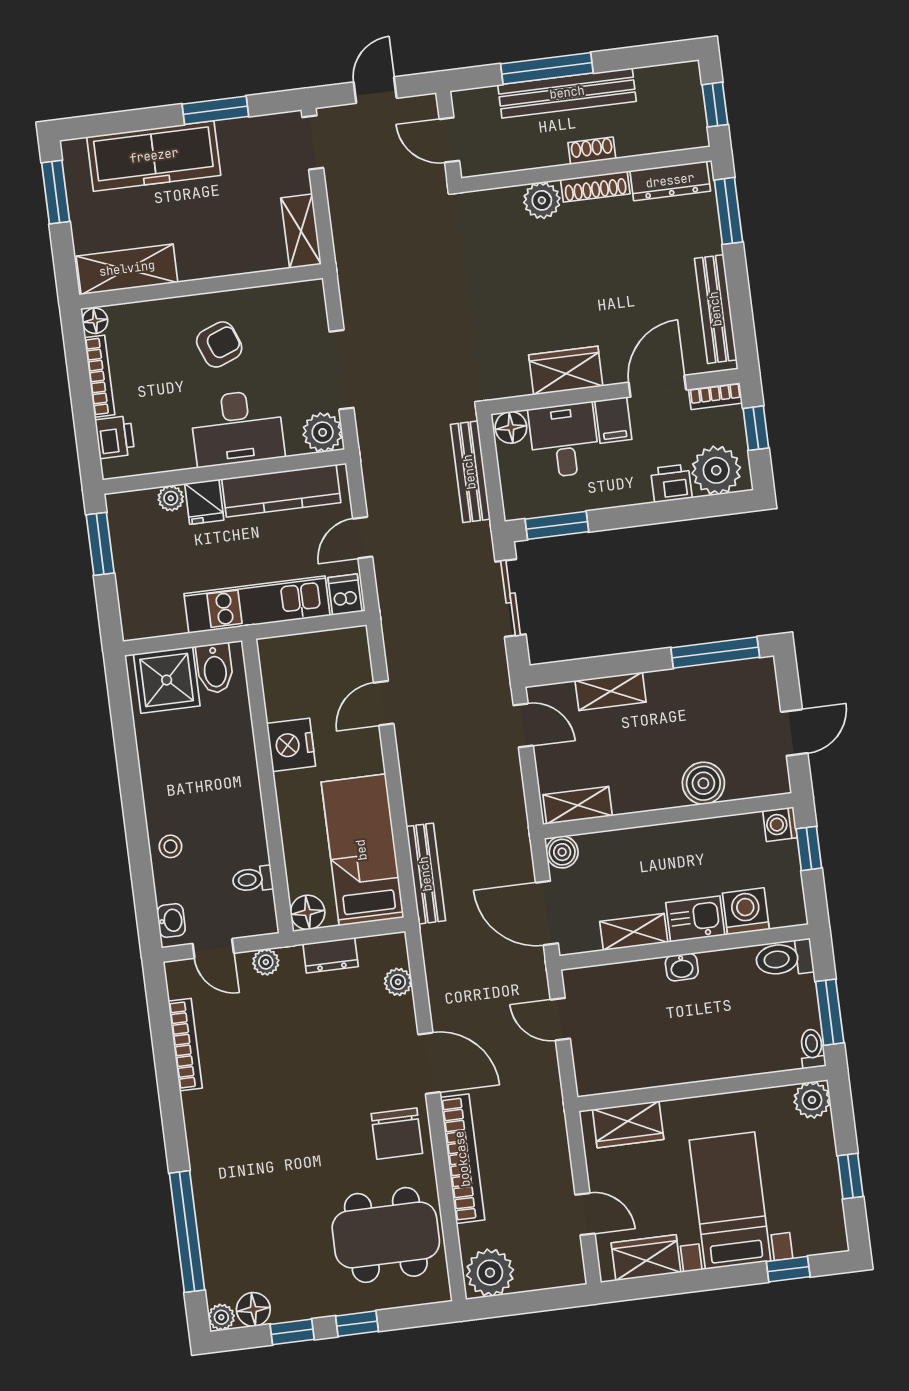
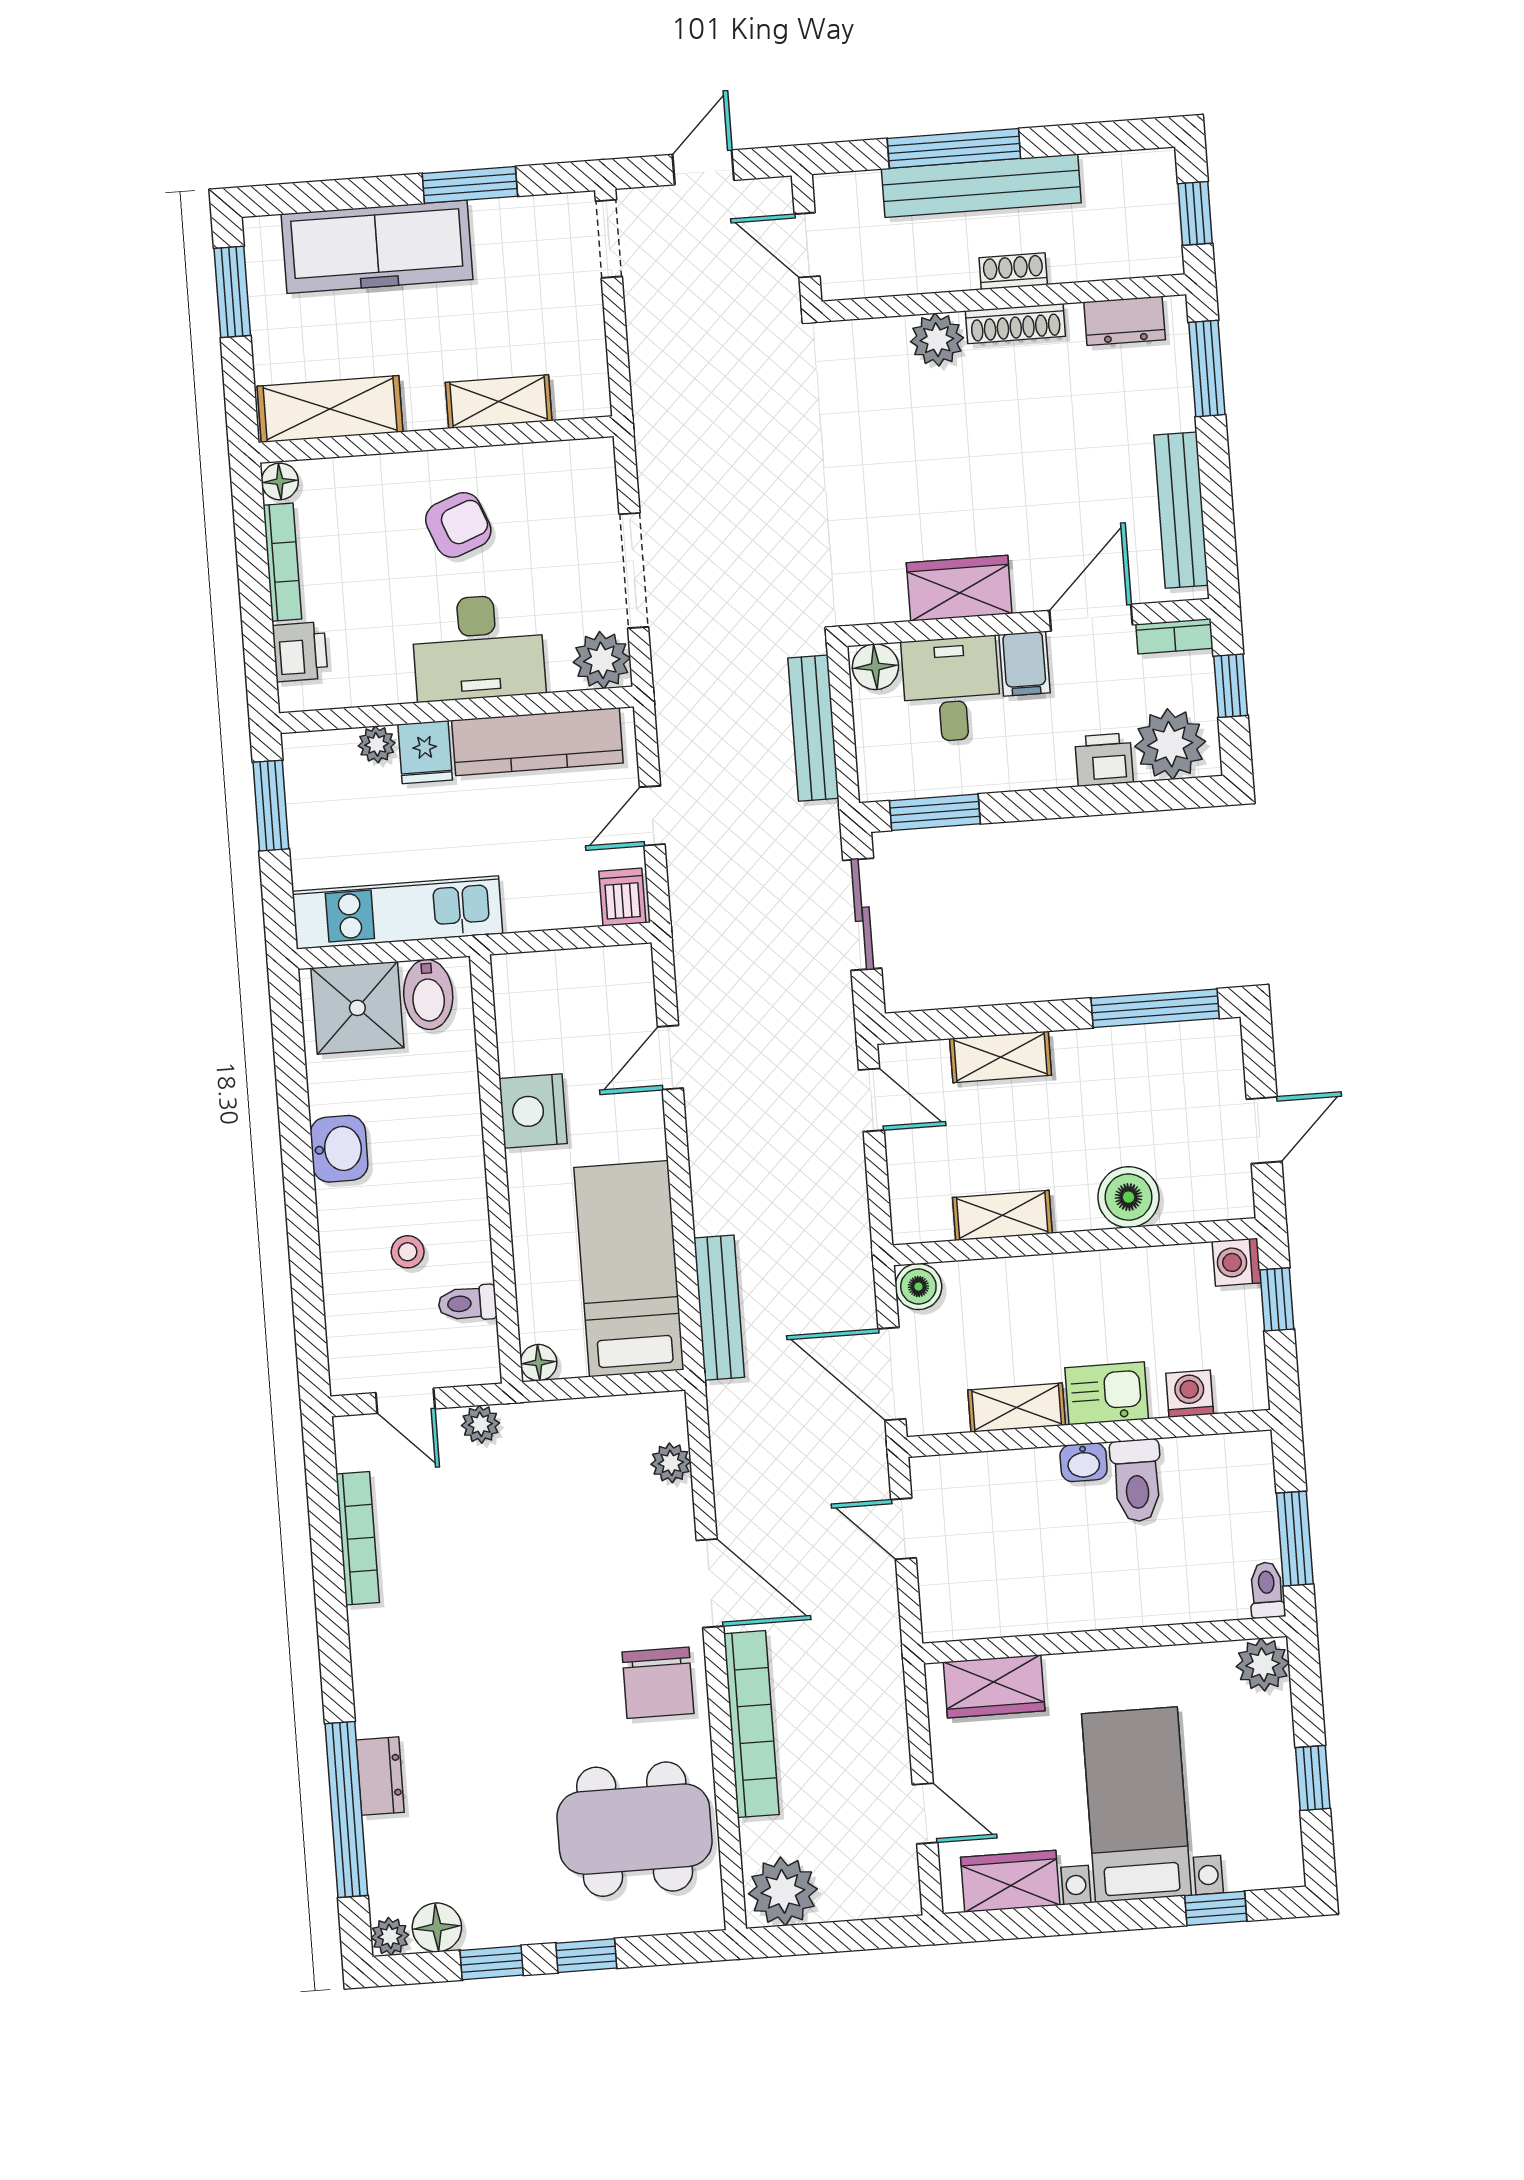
dresser: (670, 181) -> (1125, 321), width x0.70
shelving: (301, 231) -> (499, 402), moved, turned 90
kitchen unit: (257, 605) -> (397, 912), moved
shelving: (578, 805) -> (1002, 1215), moved
stool: (170, 846) -> (408, 1252), moved
washing machine: (746, 911) -> (1190, 1394), width x0.73, depth x0.73
floor lamp: (308, 912) -> (539, 1363), width x0.73, depth x0.73
washbasin: (171, 920) -> (339, 1149), moved, width x1.38, depth x1.45
dresser: (331, 955) -> (380, 1776), moved, turned -90
toilet: (784, 958) -> (1137, 1481), moved, turned -90

